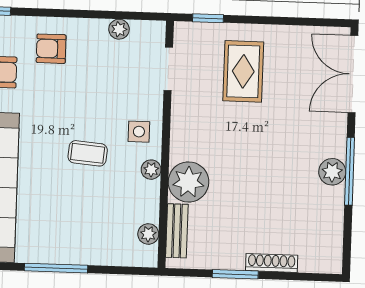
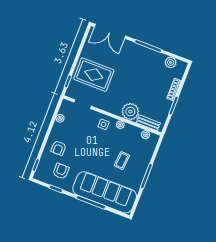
rug: (243, 71) -> (94, 75), width x1.36, depth x1.43
coffee table: (88, 153) -> (122, 161), moved
plant: (332, 172) -> (171, 62), moved

